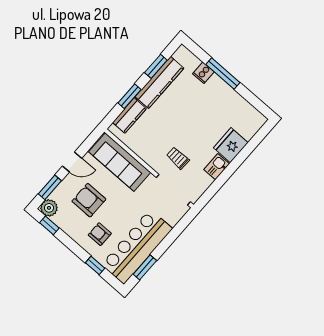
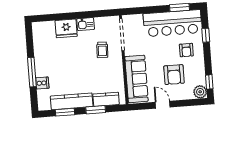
window: (50, 187) -> (189, 103), removed

